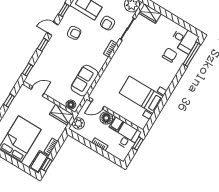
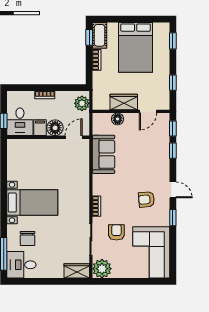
door: (53, 29) -> (173, 190), hinge flipped
window: (43, 45) -> (173, 151), moved
bed with nightstands: (141, 95) -> (32, 203), moved
floor lamp: (71, 105) -> (118, 119), moved
wardrobe: (62, 115) -> (124, 102), moved

